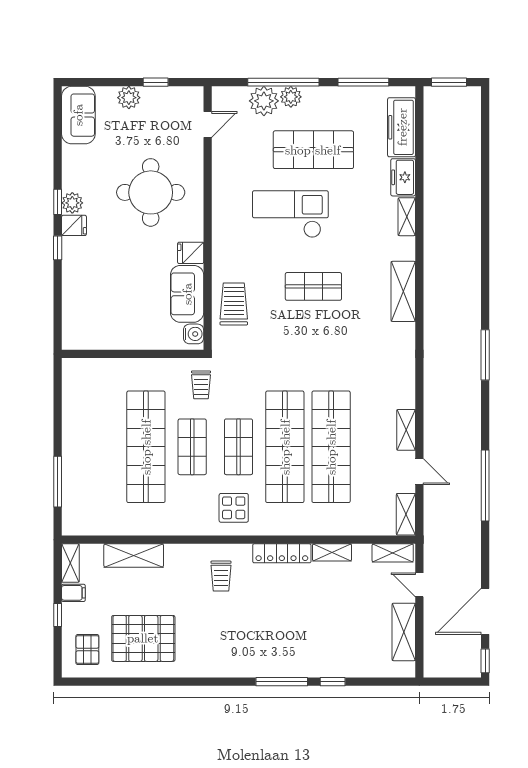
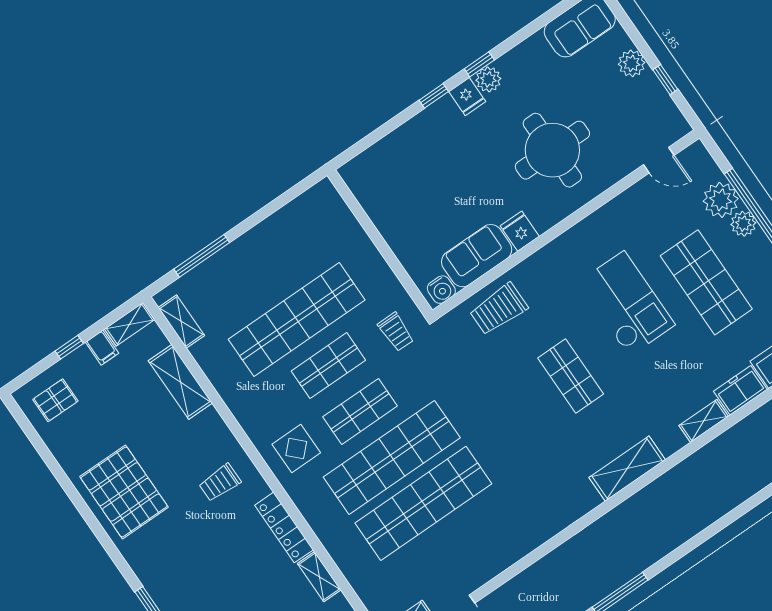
trolley: (234, 304) -> (499, 309), turned 180
trolley: (201, 385) -> (396, 332), turned -90
shelving: (406, 430) -> (181, 322), moved, turned 90
pallet: (143, 638) -> (124, 492), moved

